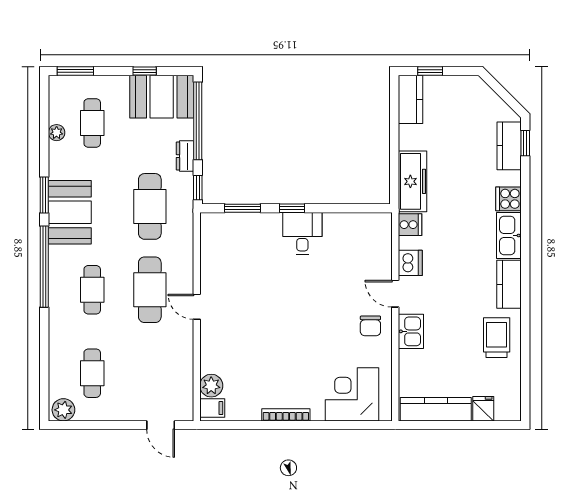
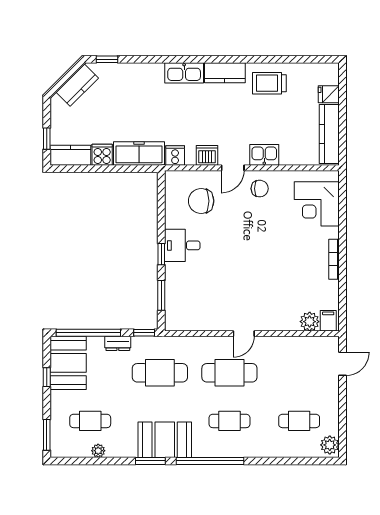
kitchen counter: (509, 146) -> (77, 85), moved, turned -45
cooker: (508, 199) -> (102, 155), moved, turned 180
chair: (356, 256) -> (201, 201), added

